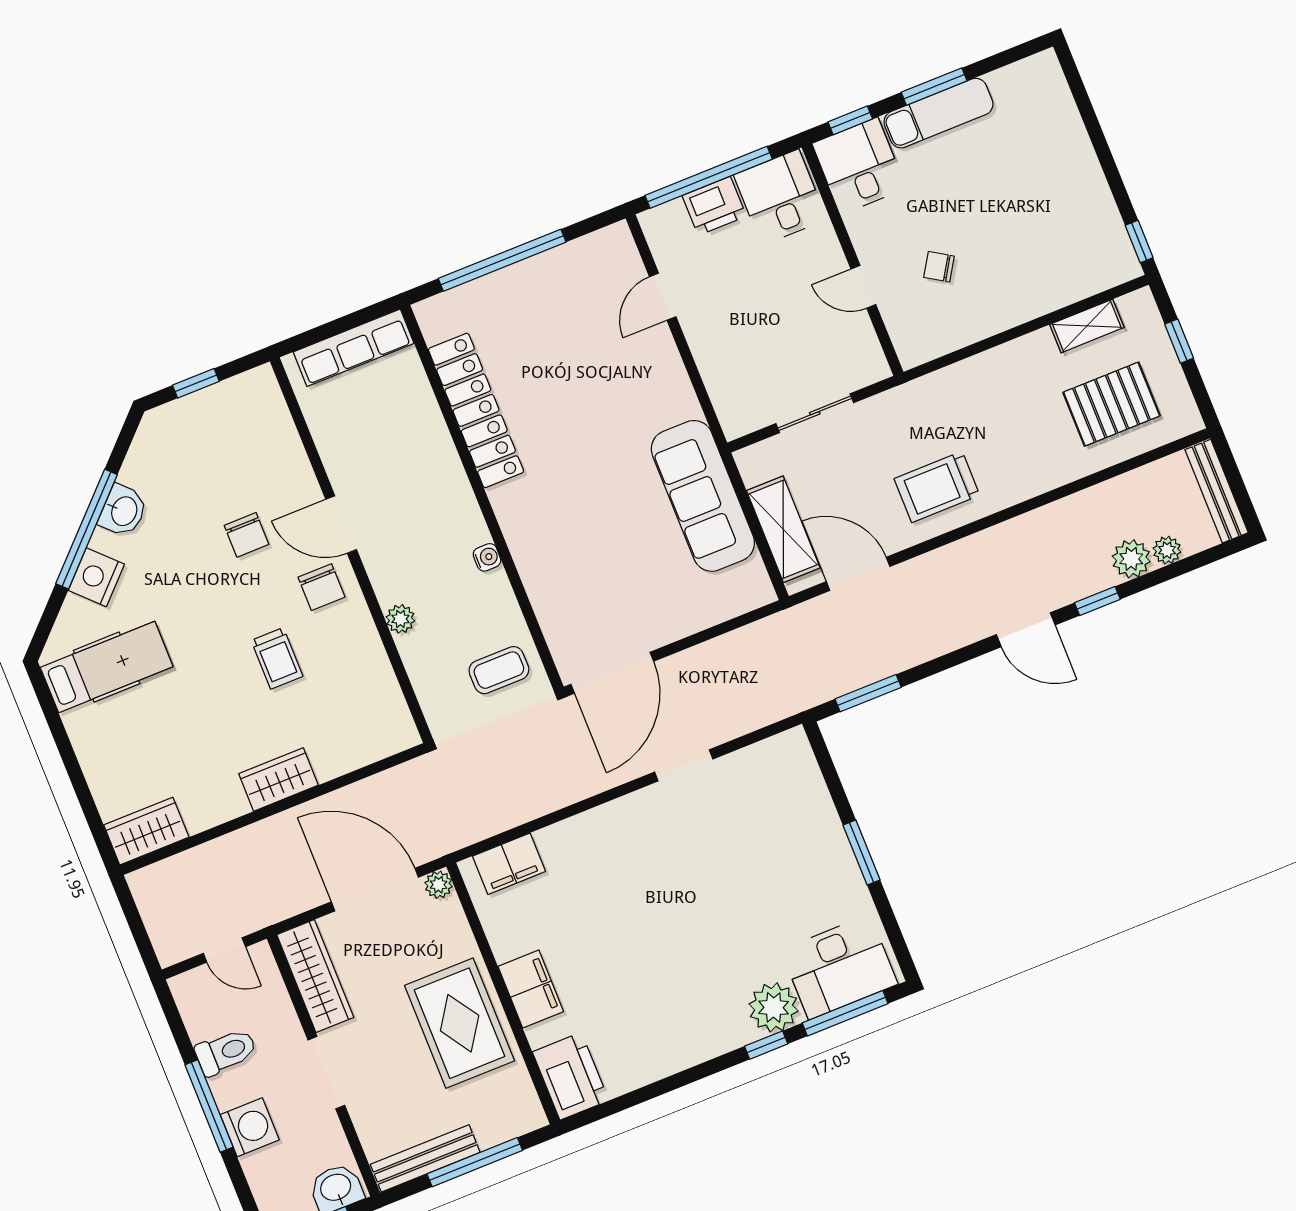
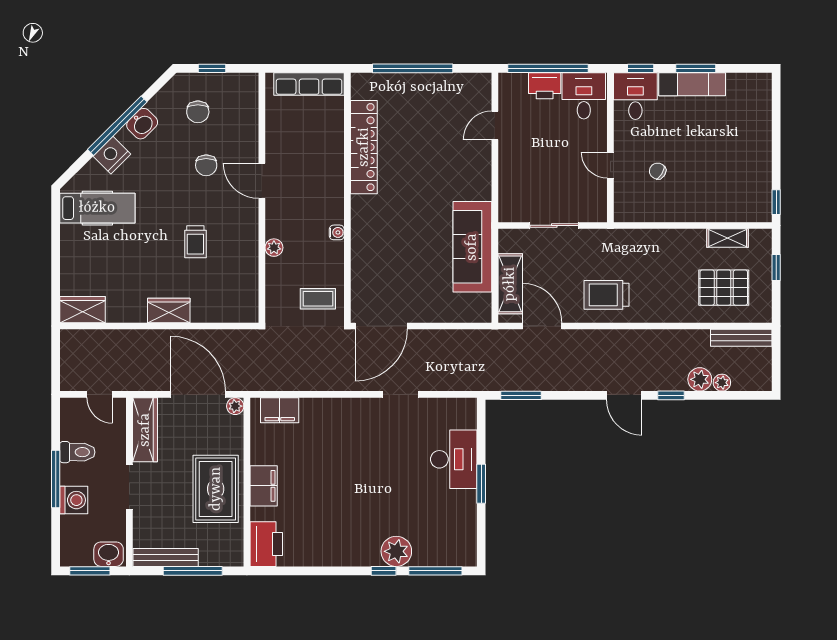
bench: (1217, 491) -> (741, 338), moved, turned 90
chair: (321, 587) -> (198, 112), moved
desk: (839, 967) -> (454, 459), moved, turned -90

